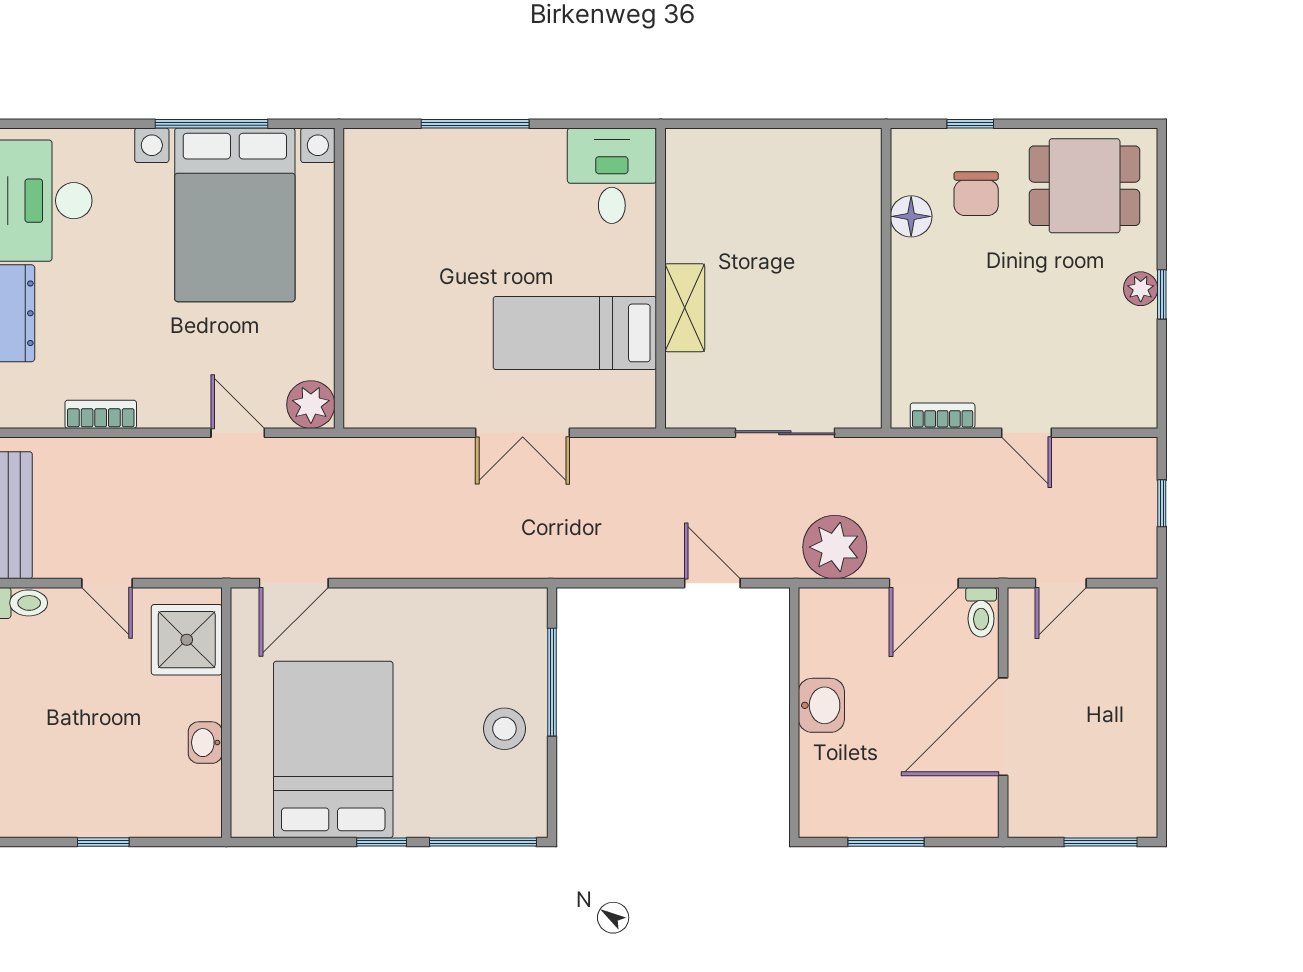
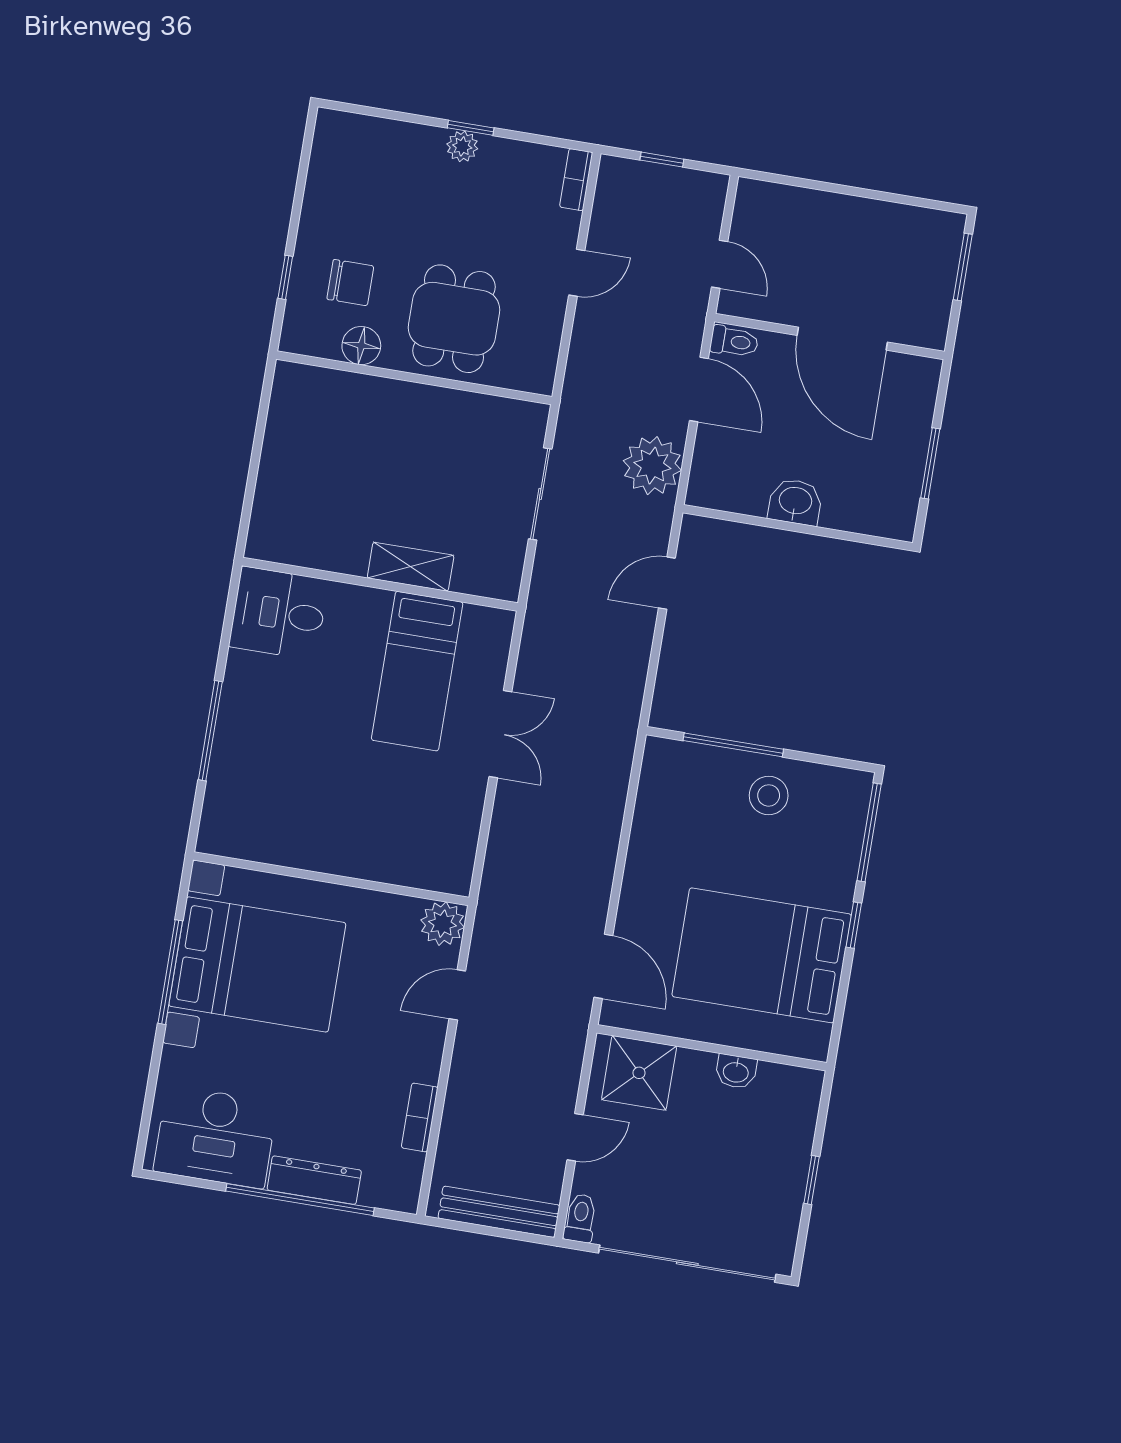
dining table: (1085, 186) -> (454, 319), moved
bookcase: (943, 416) -> (576, 180), moved

